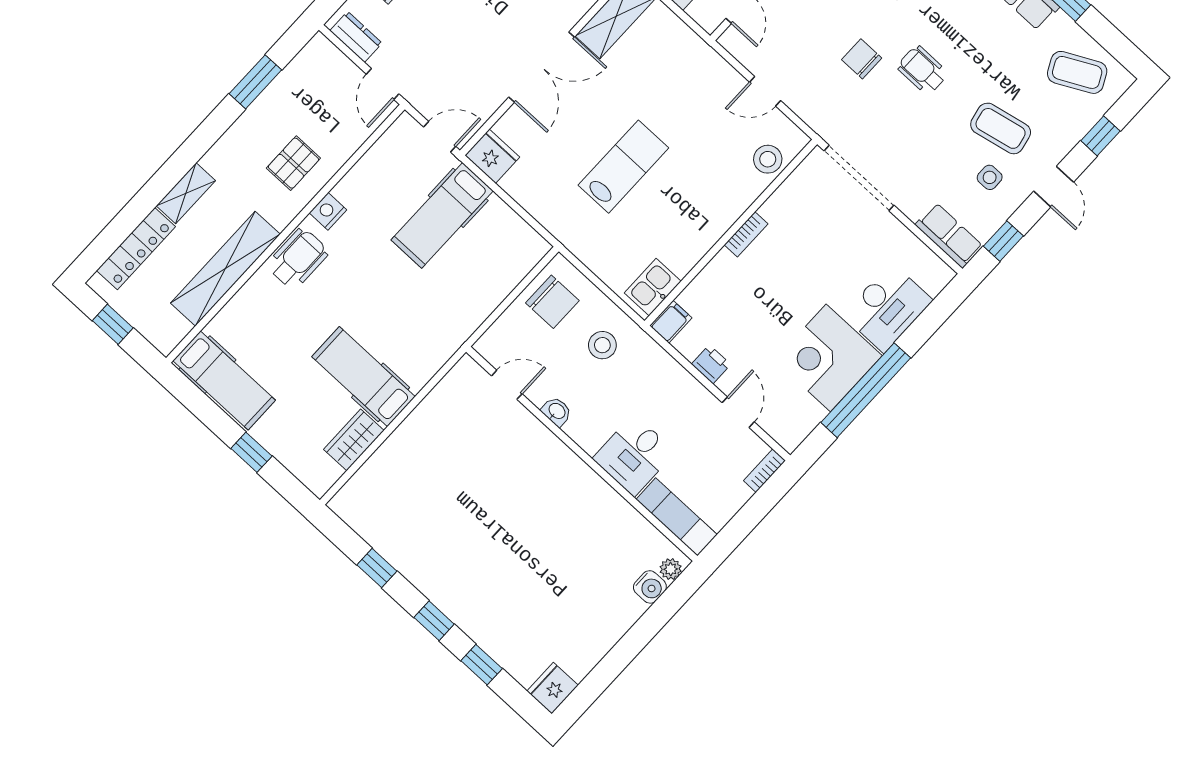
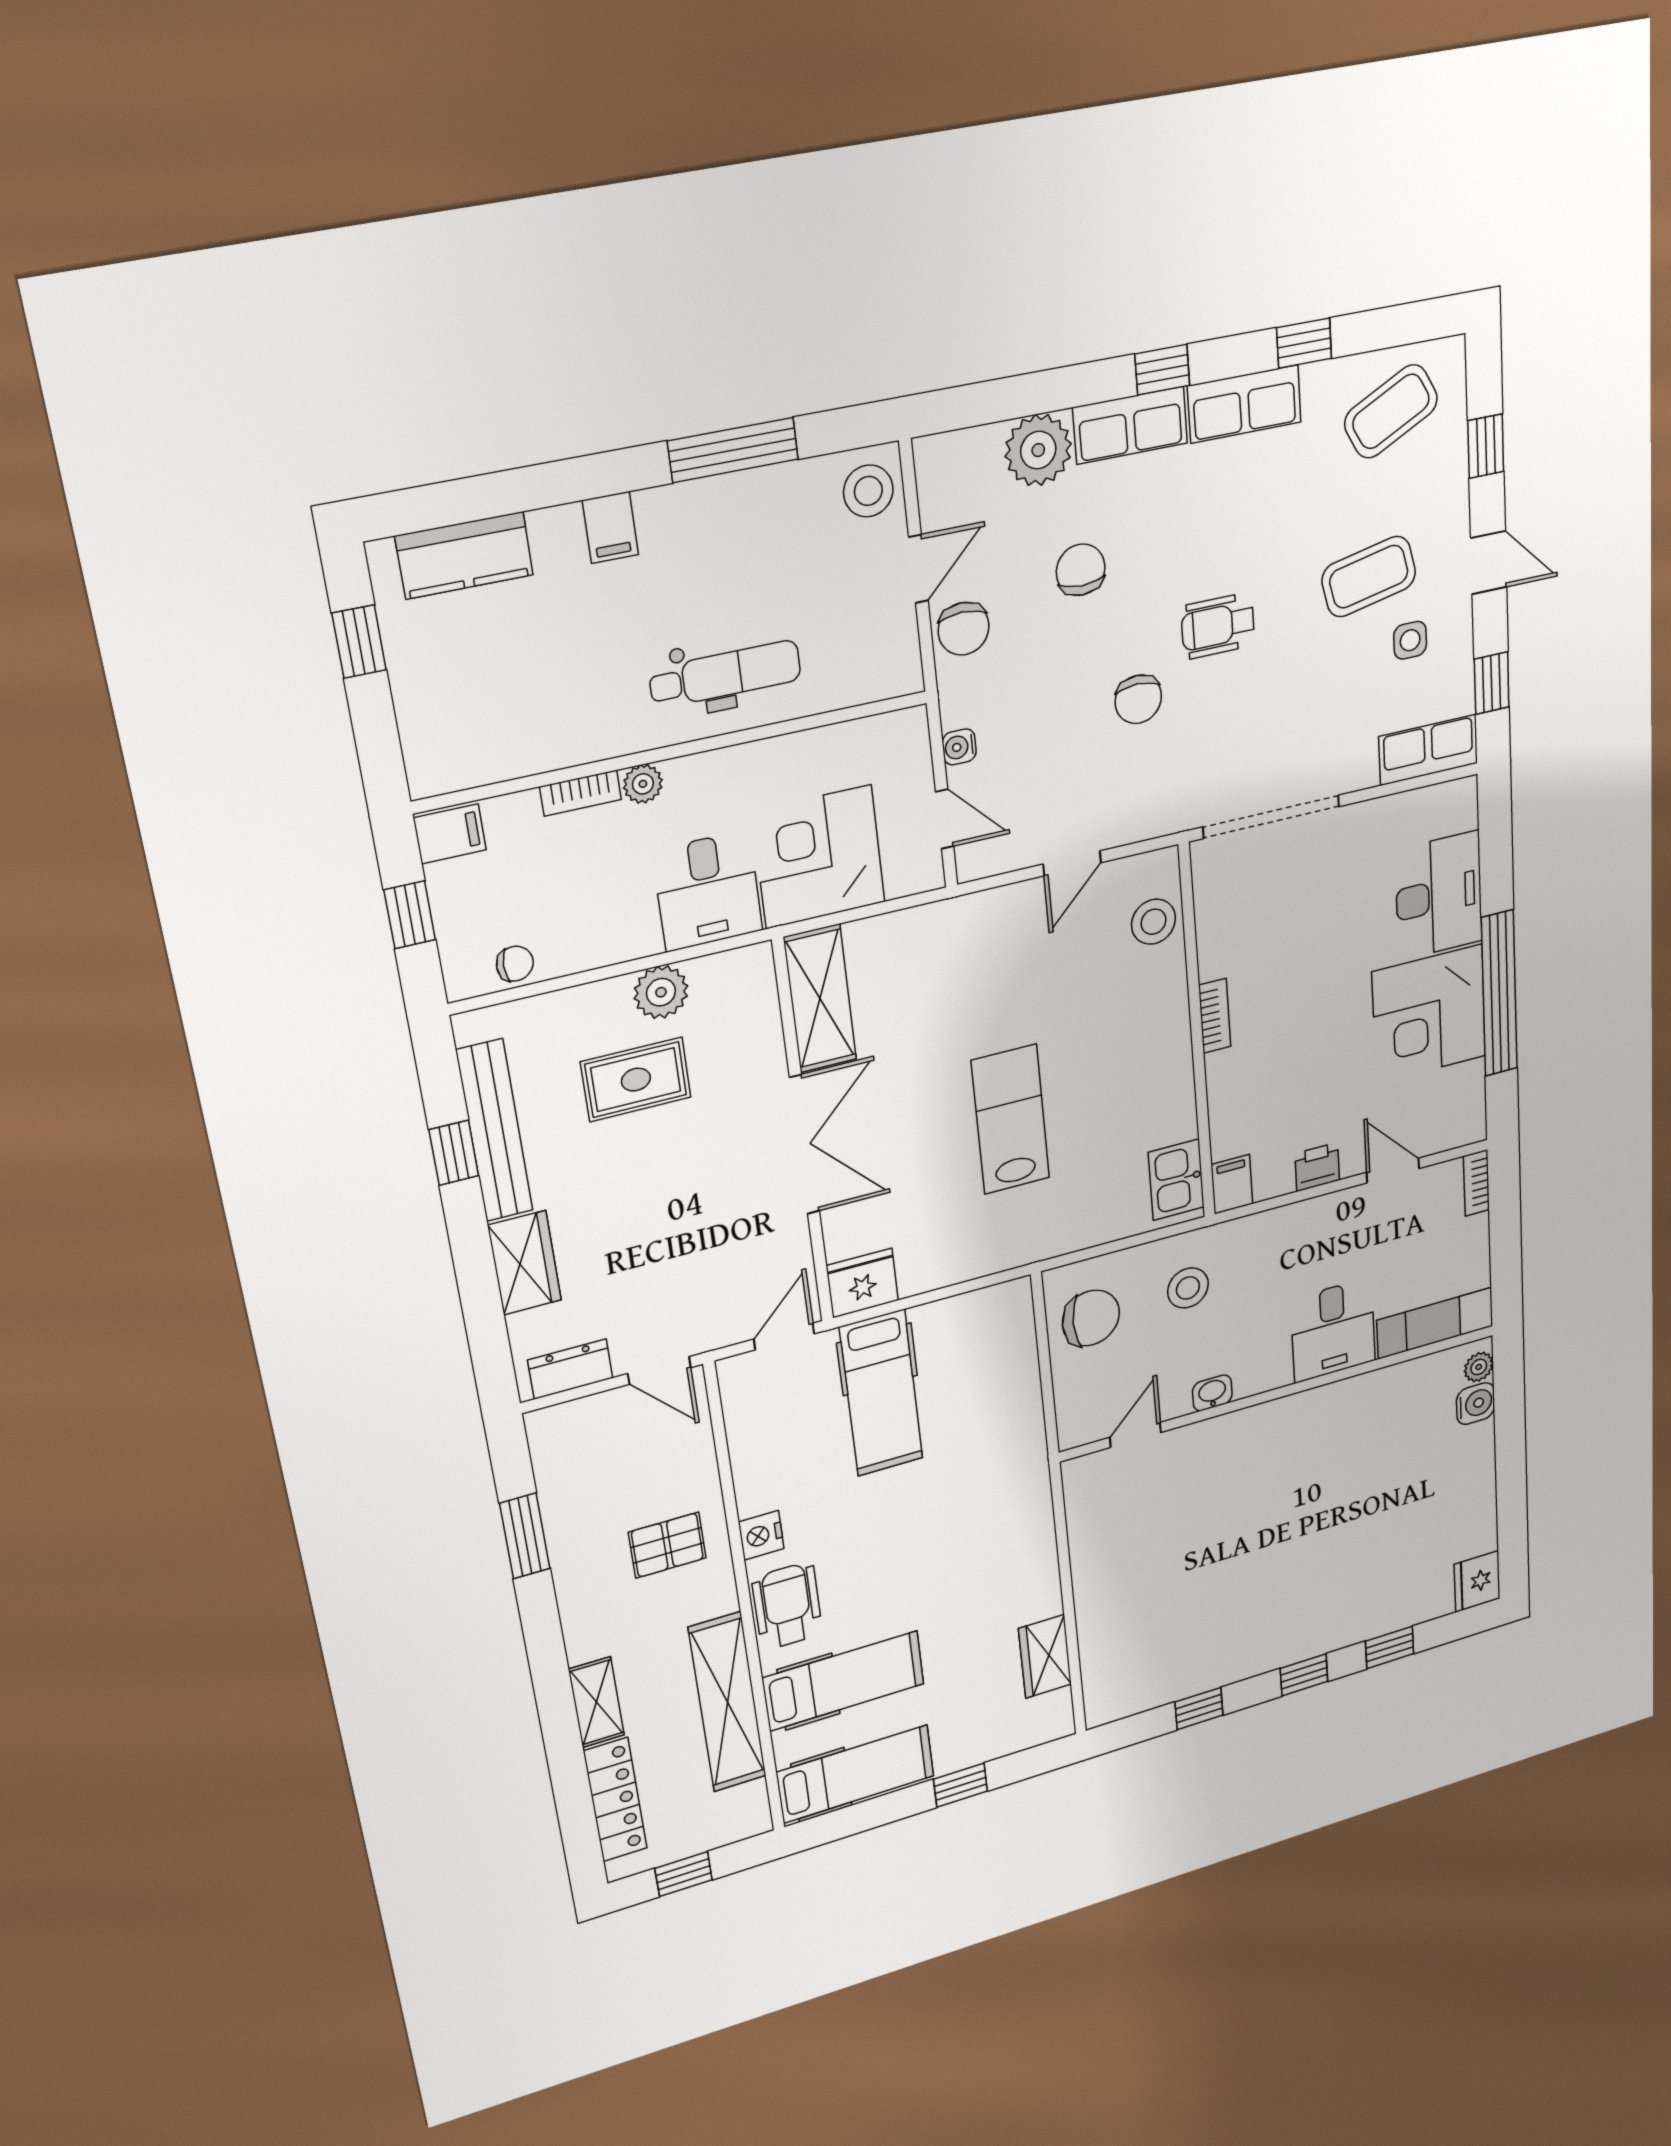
chair: (862, 59) -> (1138, 699), turned -90
pallet: (293, 163) -> (667, 1545), turned 90
hospital bed: (363, 377) -> (844, 1681), moved, turned 180

